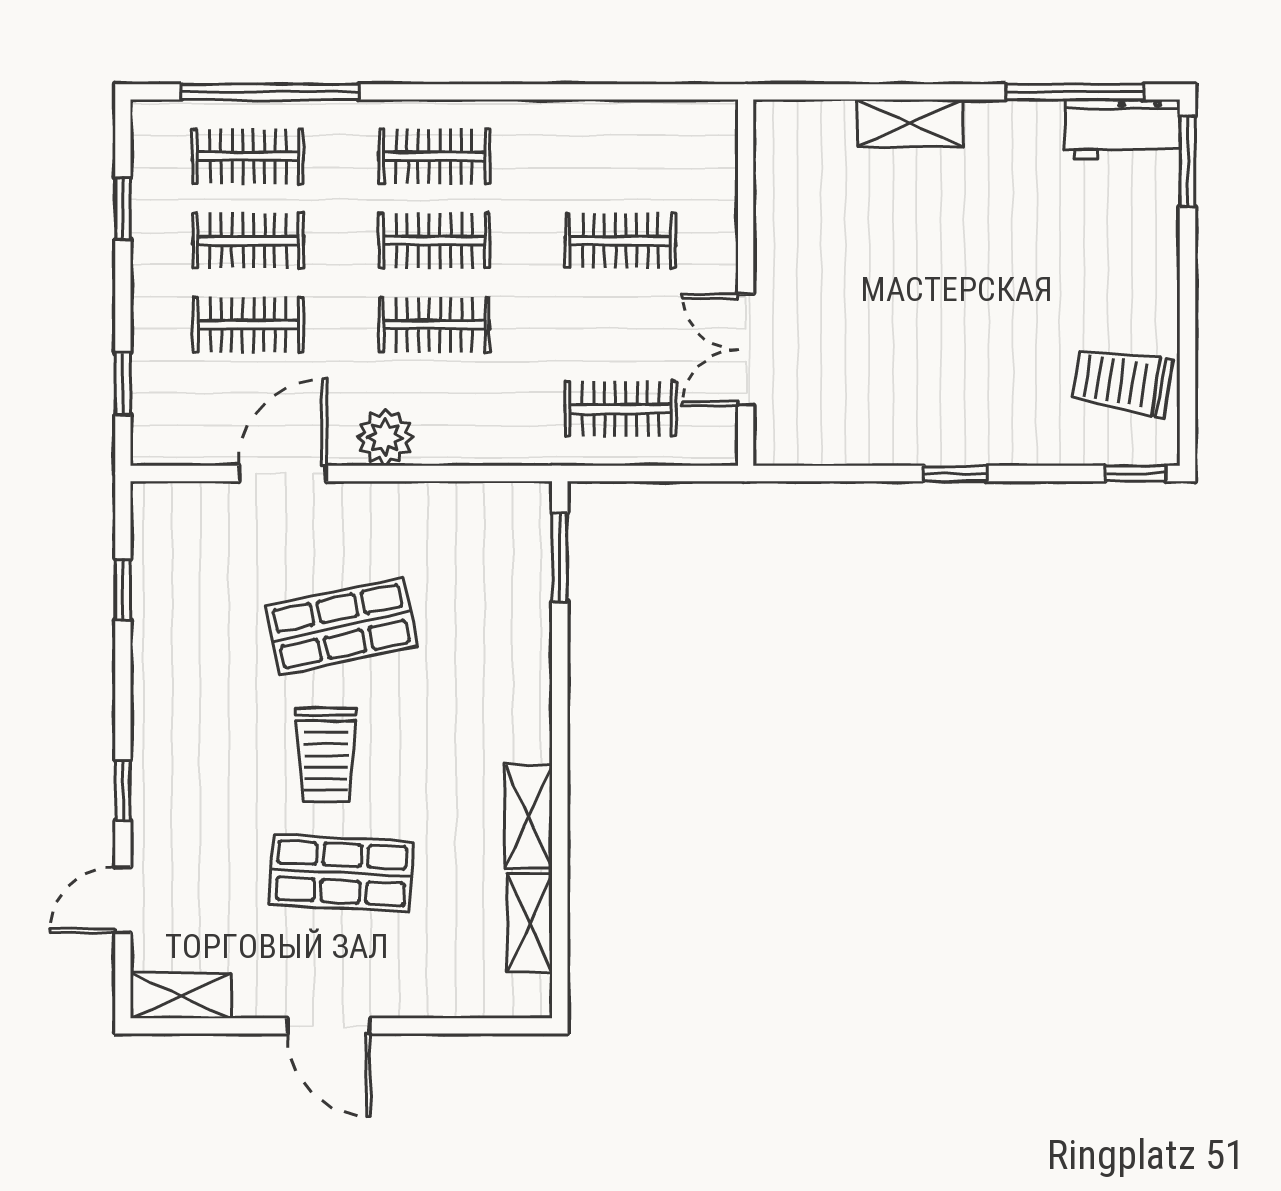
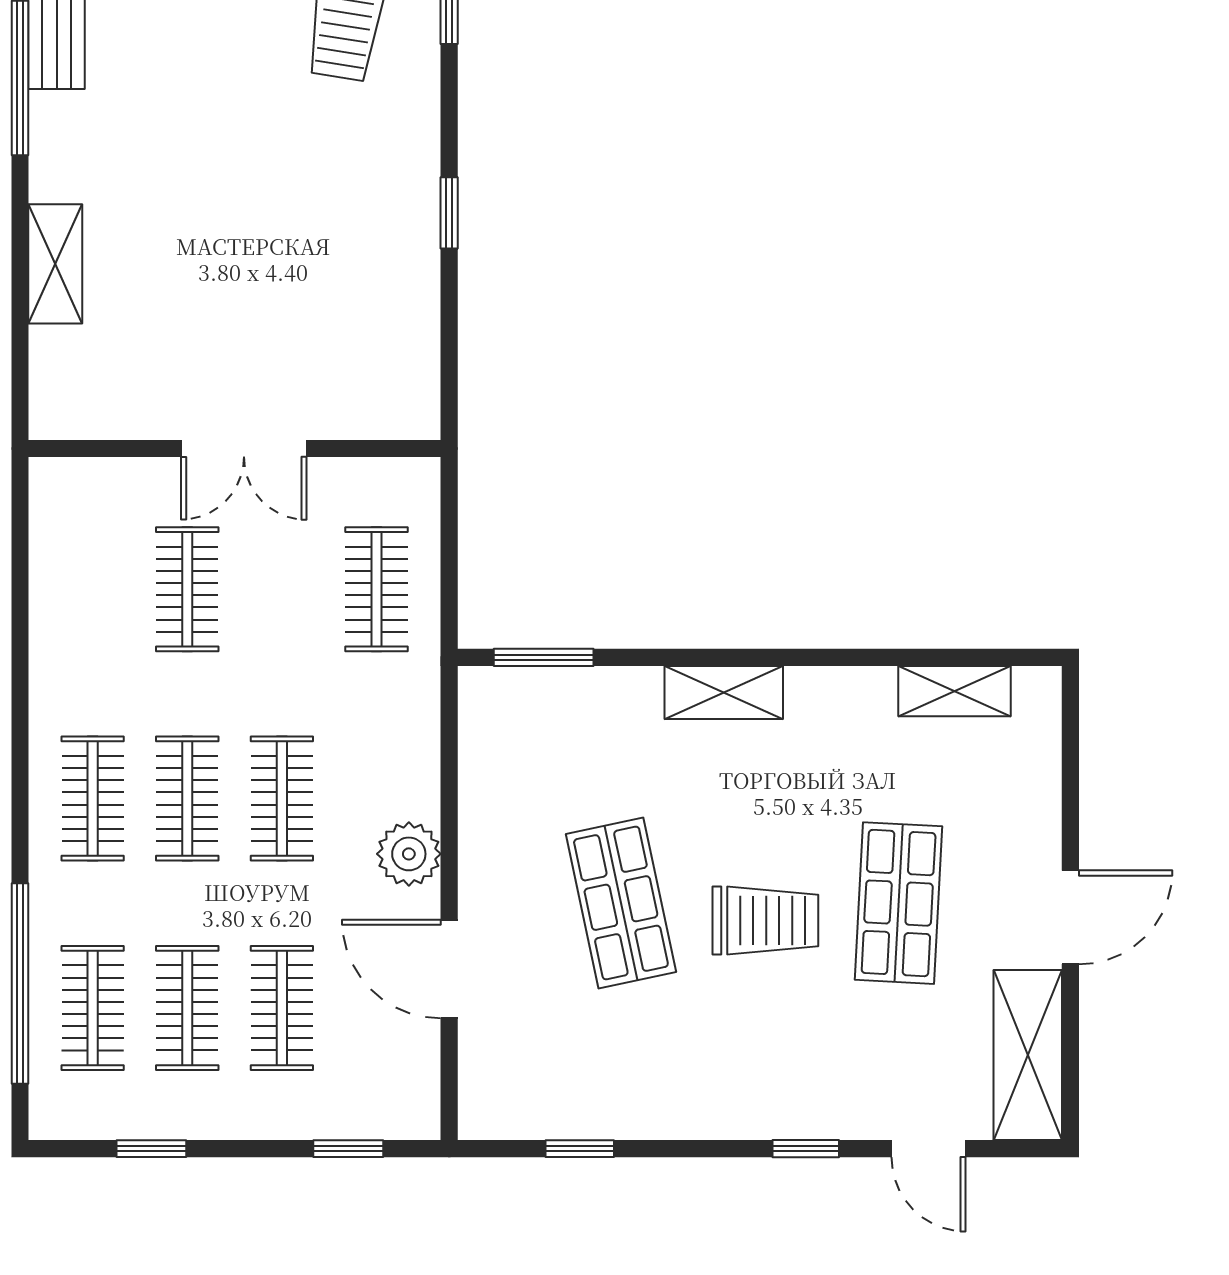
double door: (746, 350) -> (244, 448), moved
shelving: (529, 817) -> (724, 692), moved
shelving: (181, 996) -> (1028, 1055), width x1.50, depth x1.33

